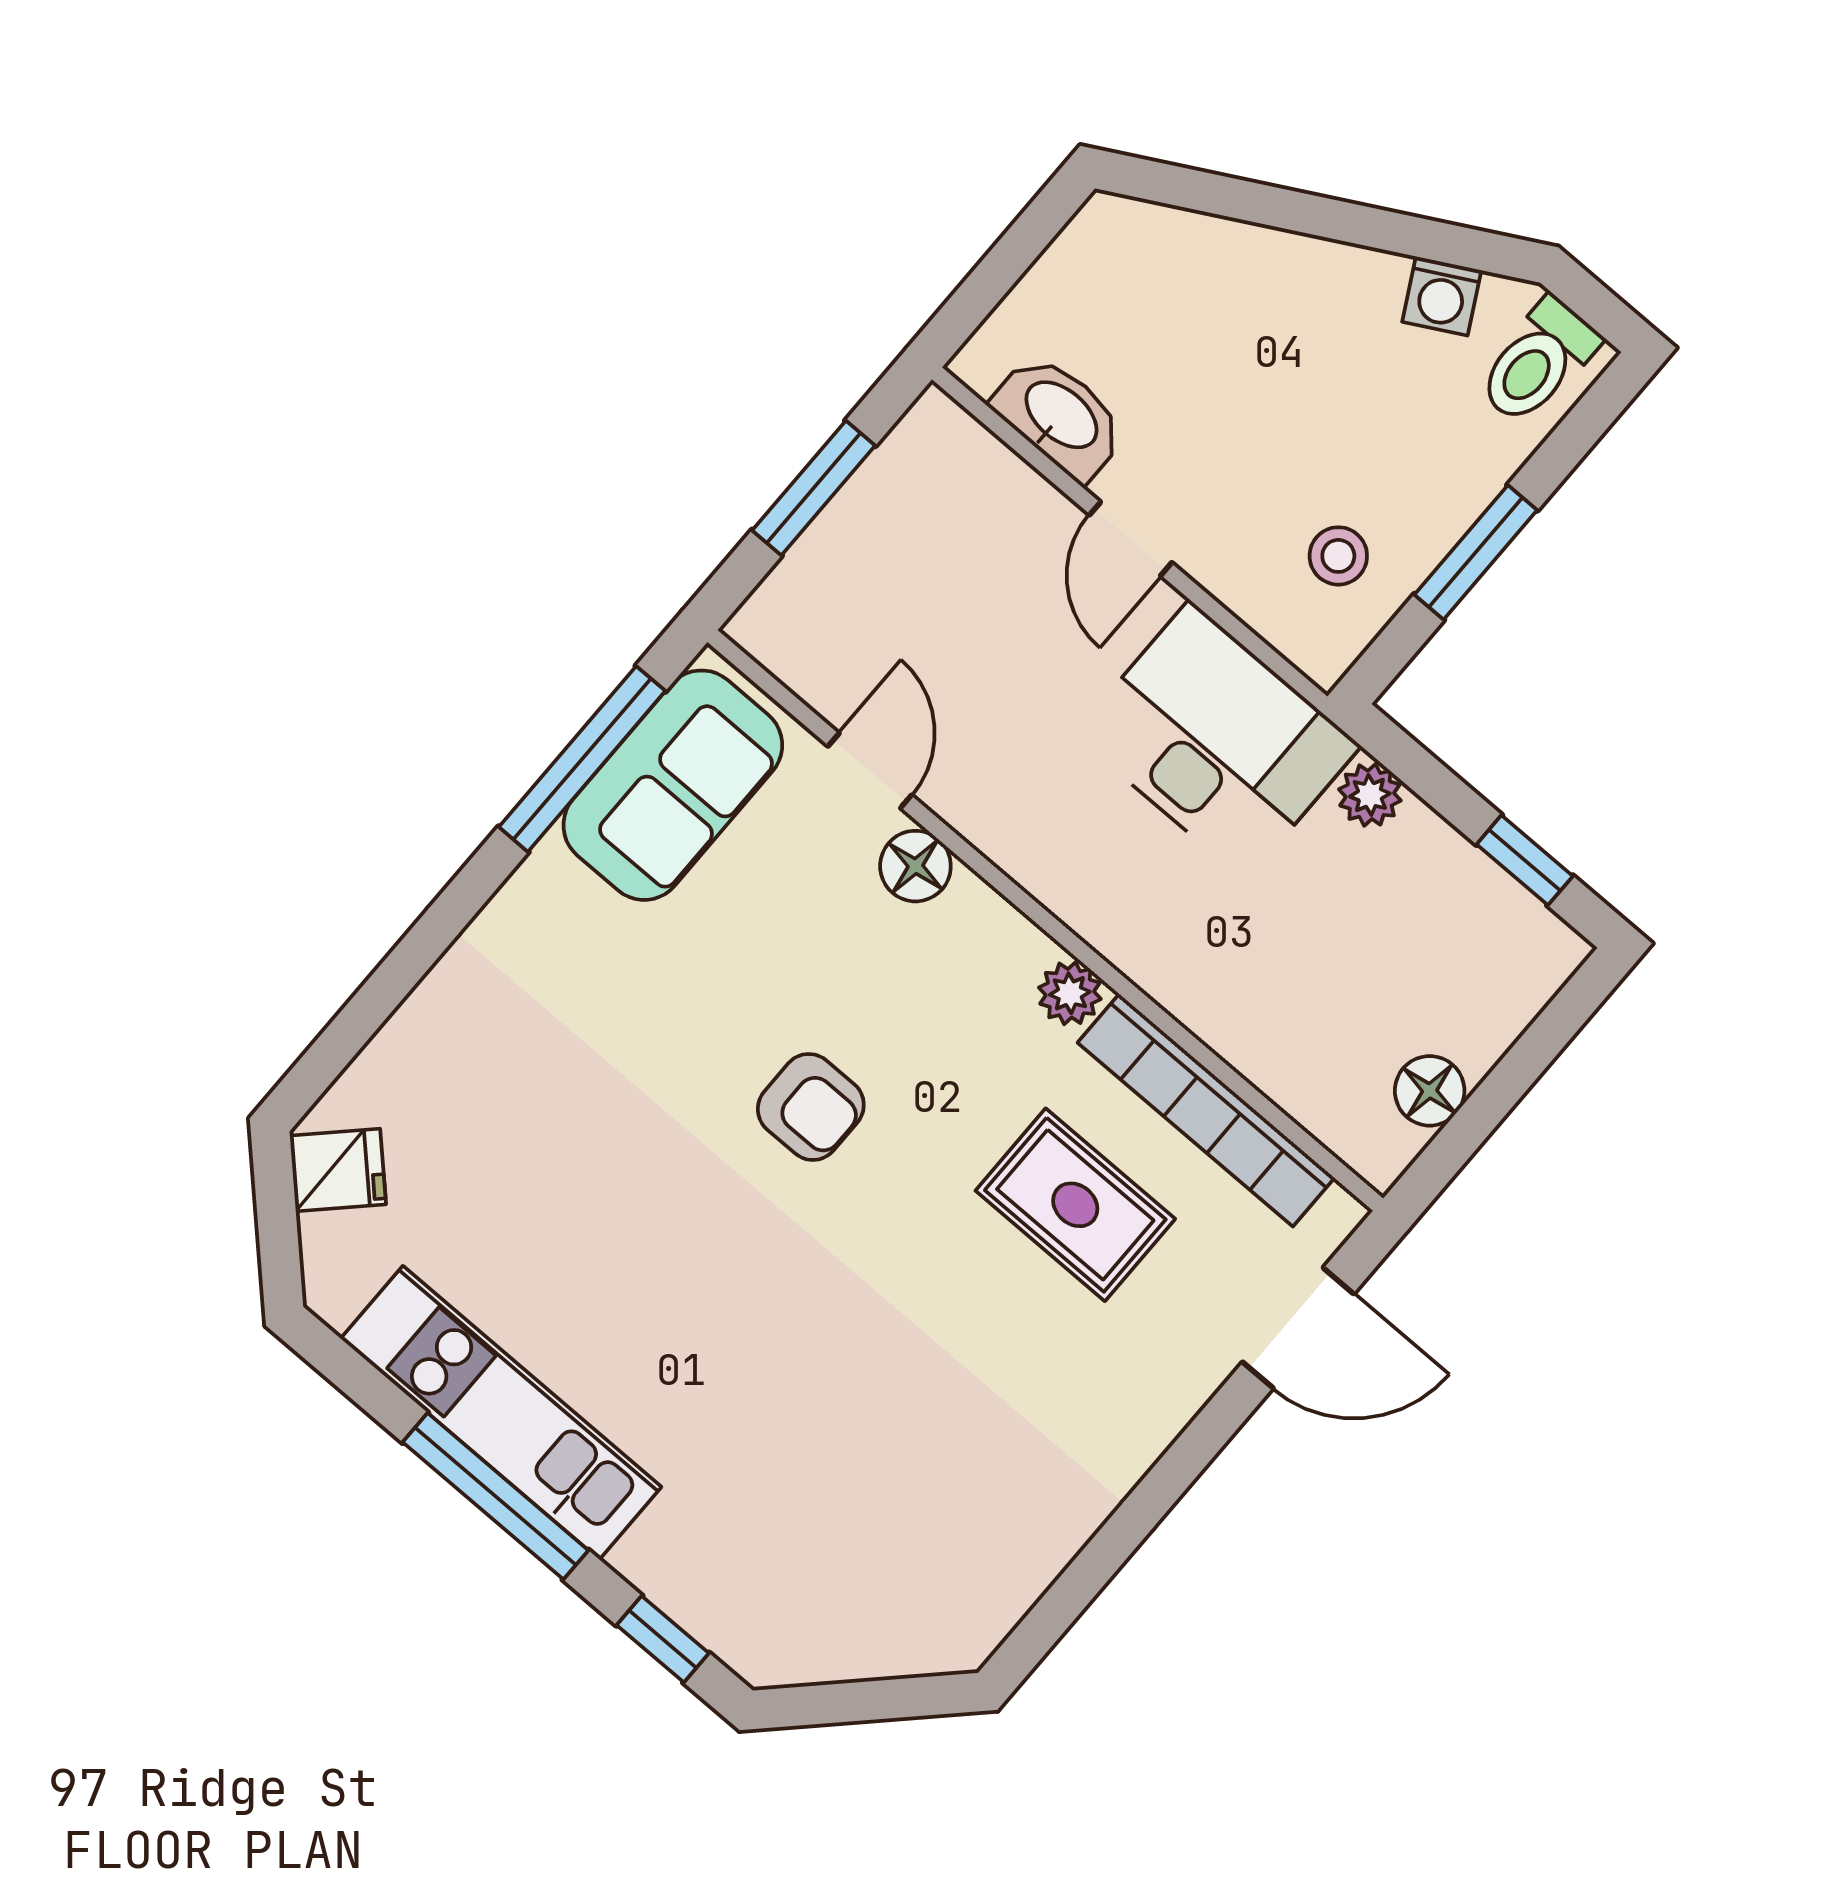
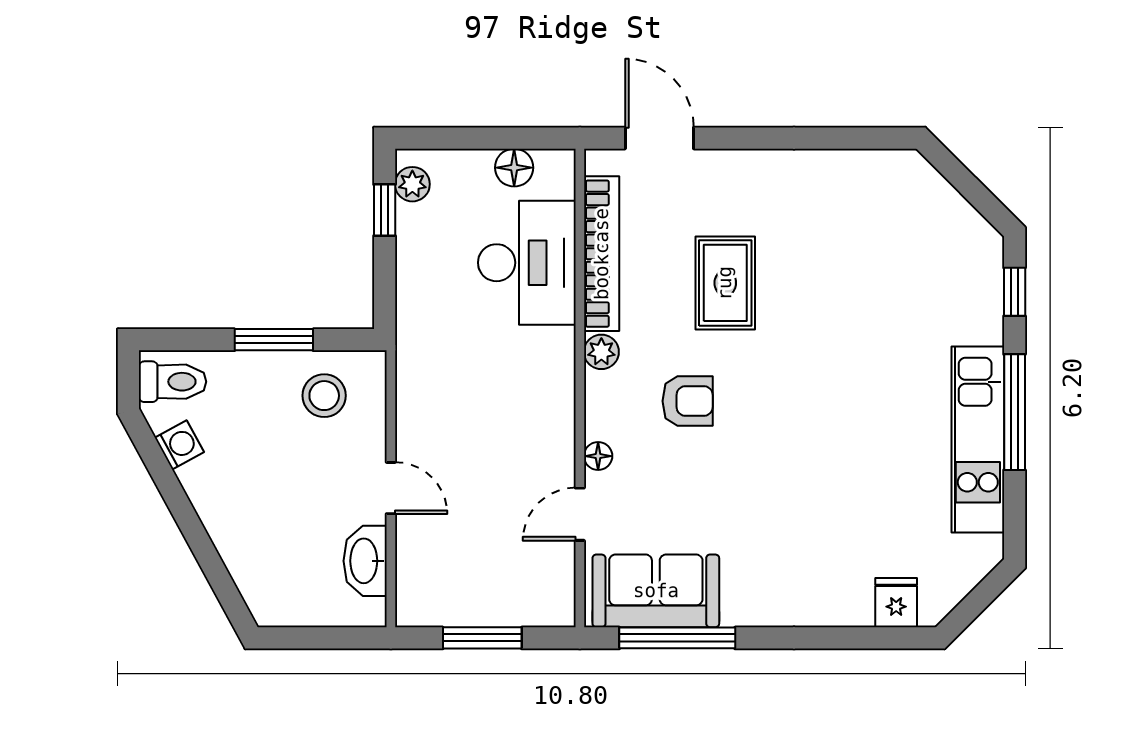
door: (1131, 539) -> (391, 488), hinge flipped
stool: (1338, 556) -> (324, 396), width x1.37, depth x1.37
desk: (1217, 740) -> (527, 263), moved, turned 180
plant: (1370, 795) -> (412, 184), moved
floor lamp: (915, 866) -> (598, 456), width x0.73, depth x0.73
armchair: (811, 1107) -> (688, 401), moved, turned 90
fridge: (338, 1170) -> (896, 603), moved, turned 45
rug: (1075, 1205) -> (725, 283), moved

